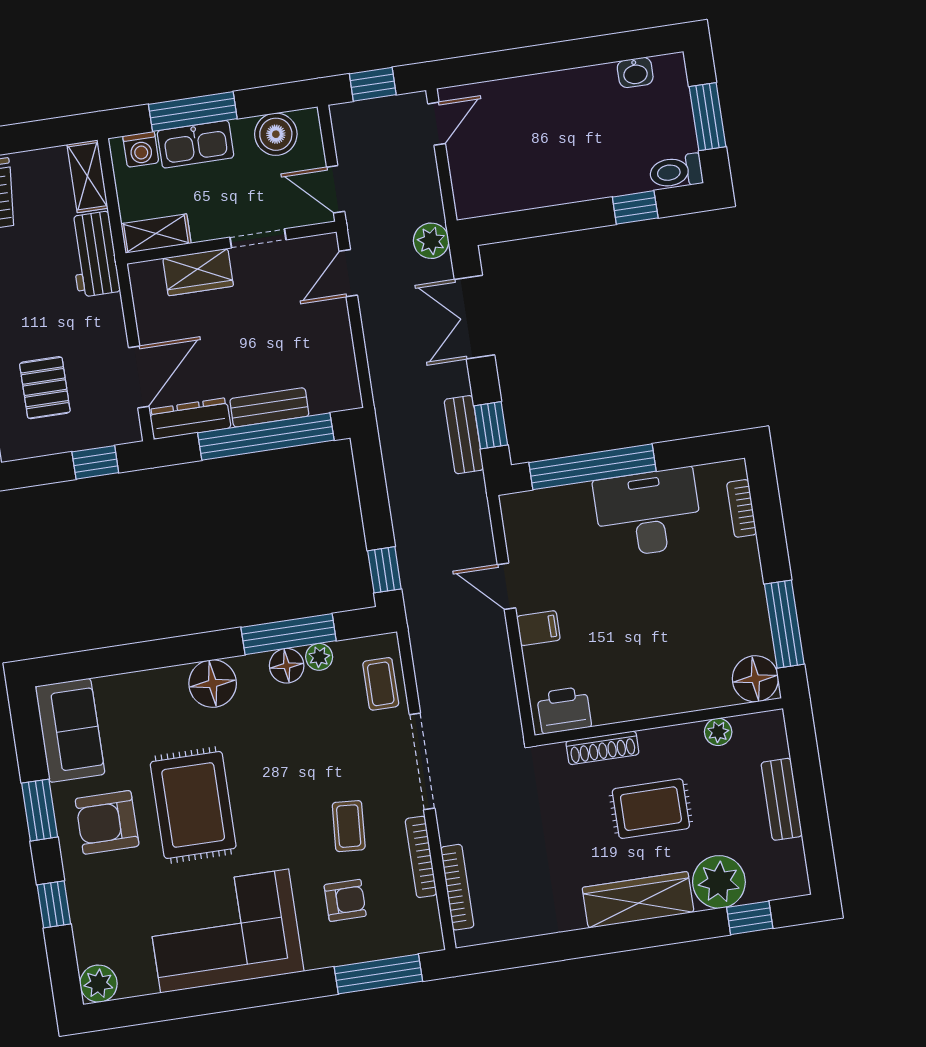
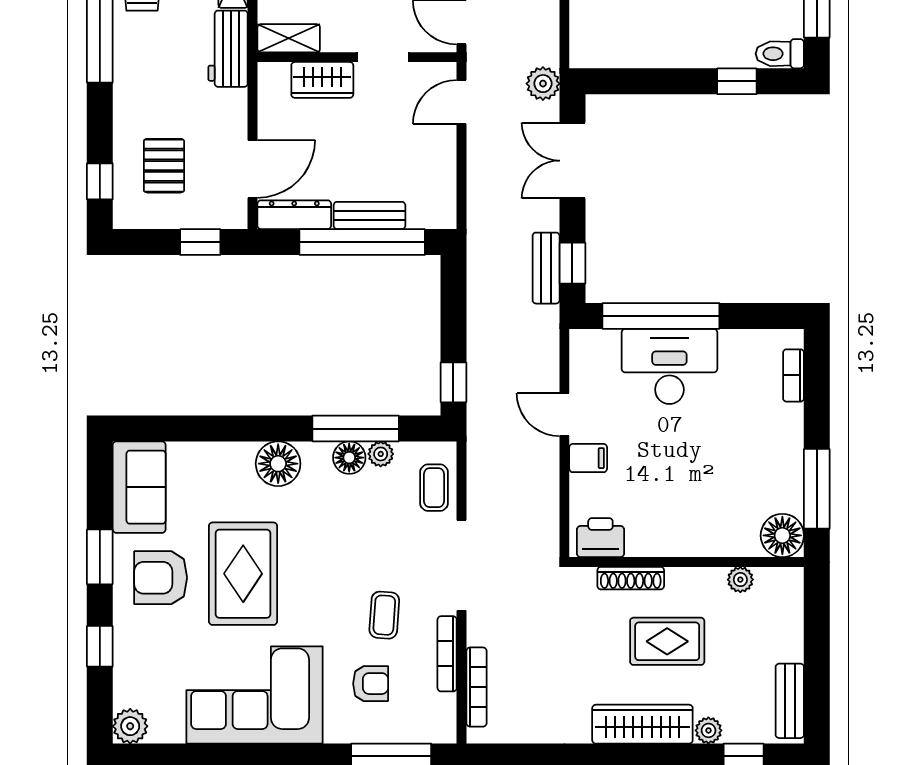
desk: (648, 513) -> (669, 366), moved
bench: (782, 799) -> (790, 701), moved
plant: (719, 882) -> (708, 730), width x0.53, depth x0.53

